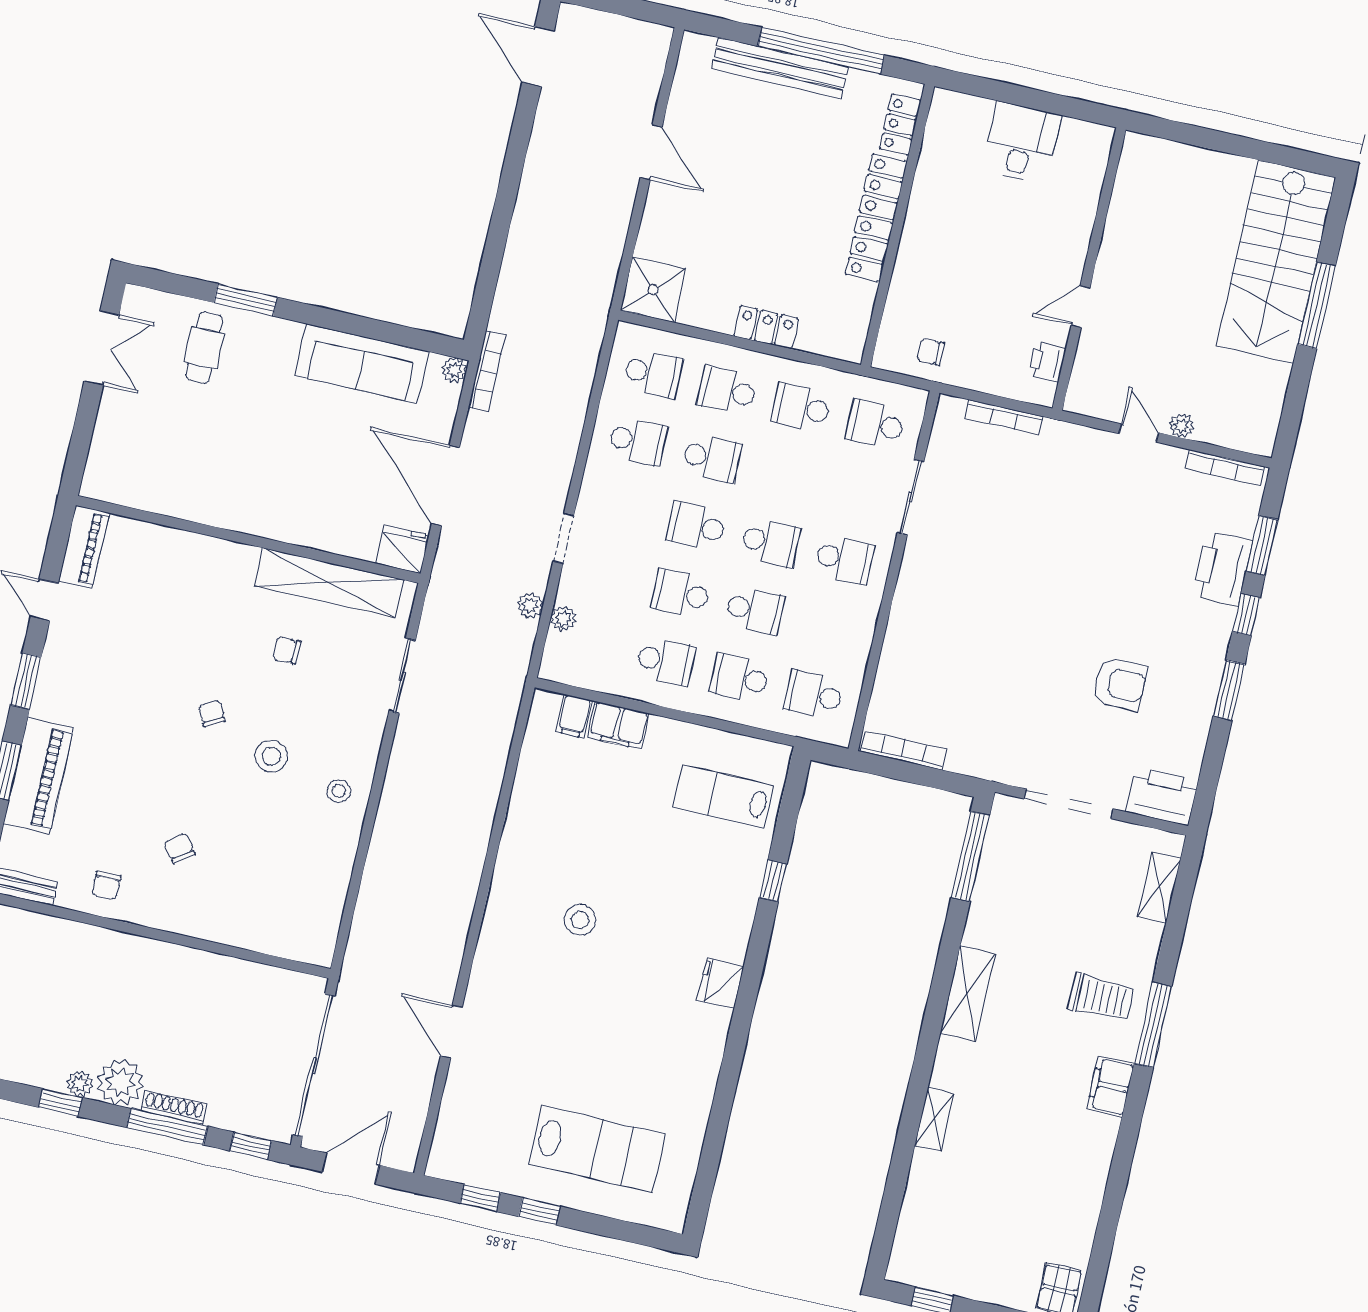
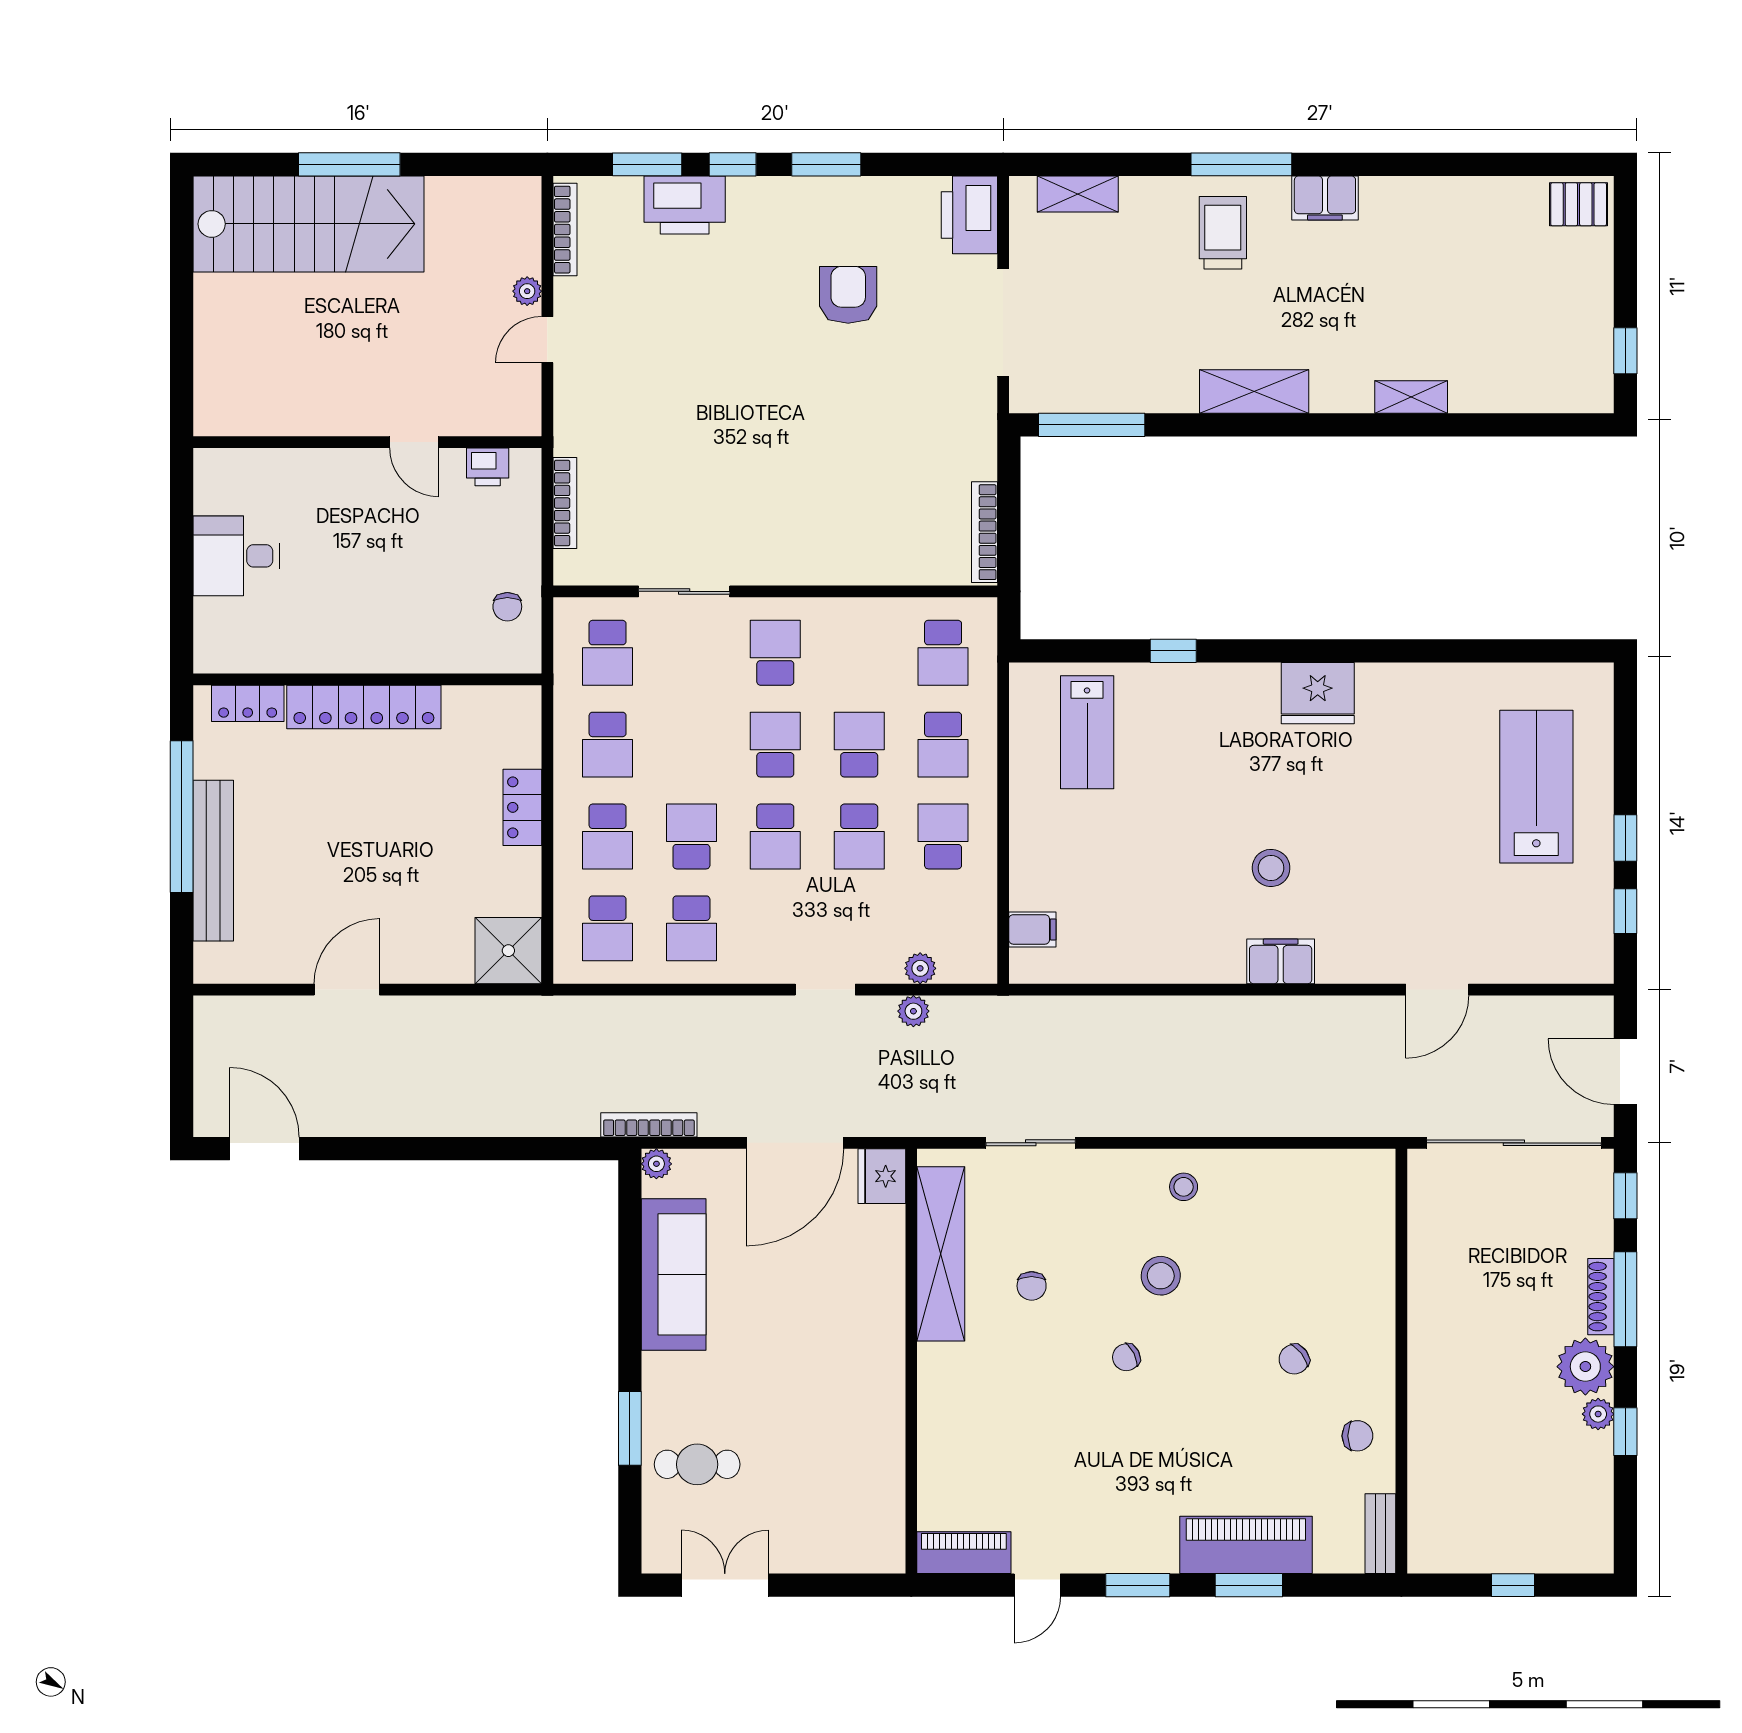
door: (538, 57) -> (264, 1149), swing flipped
school desk: (653, 374) -> (608, 928), turned 180
school desk: (638, 441) -> (691, 928), turned 180
filing cabinet: (618, 725) -> (1281, 961), moved, turned -90
fridge: (721, 983) -> (1318, 693), width x1.36, depth x1.34

